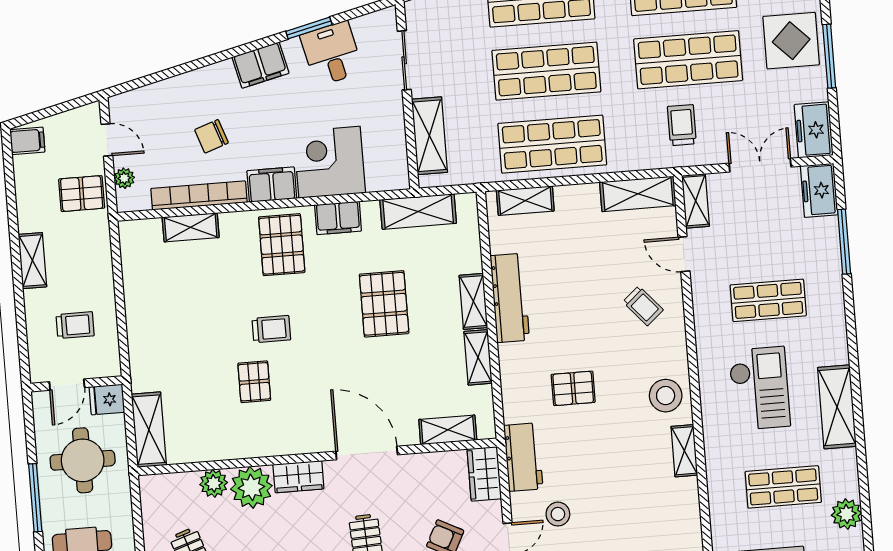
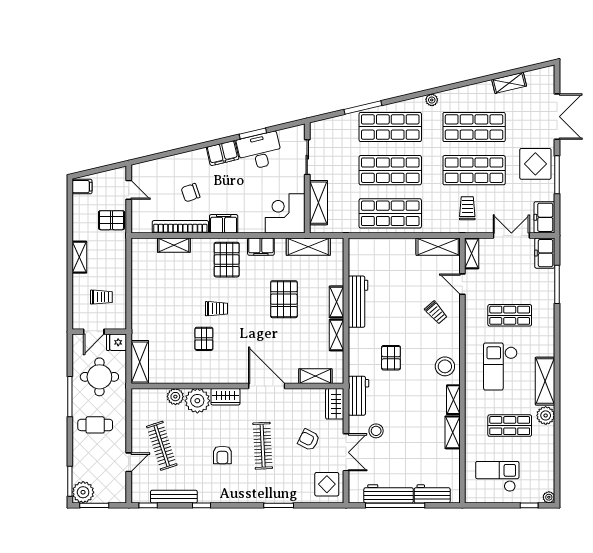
desk: (332, 54) -> (260, 151), width x1.37
corner desk: (329, 162) -> (285, 213), moved
plant: (124, 178) -> (137, 213), removed
shelving: (525, 201) -> (453, 432), moved, turned 90
pallet: (573, 388) -> (391, 358), turned 90
checkout: (759, 388) -> (500, 367), turned 180
plant: (847, 514) -> (546, 415), moved

